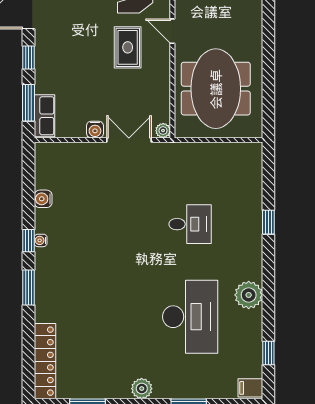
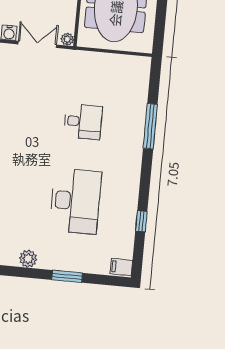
window: (268, 222) -> (150, 126), width x2.17
plant: (249, 295) -> (127, 187), removed
window: (268, 353) -> (141, 221), moved

